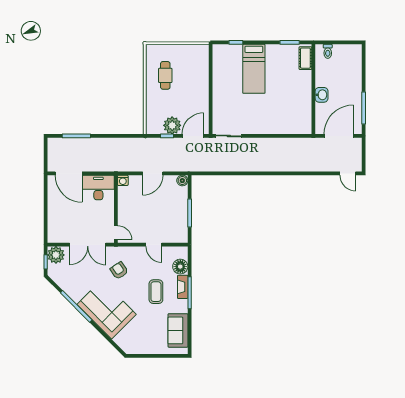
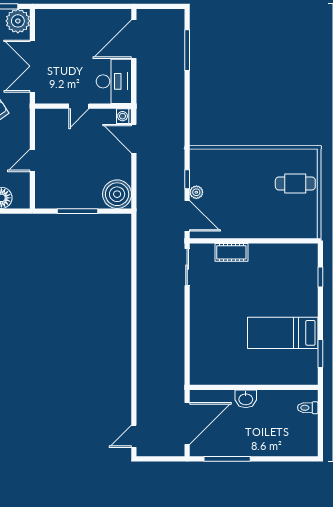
cot: (305, 58) -> (231, 252), moved
bed: (254, 69) -> (283, 333), moved
cafe table: (165, 75) -> (295, 183), moved
plant: (172, 125) -> (196, 192), width x0.53, depth x0.53
door: (339, 136) -> (187, 423), hinge flipped
door: (153, 173) -> (134, 139), moved
boiler: (182, 181) -> (117, 194), width x1.86, depth x1.86
door: (116, 233) -> (79, 106), moved

